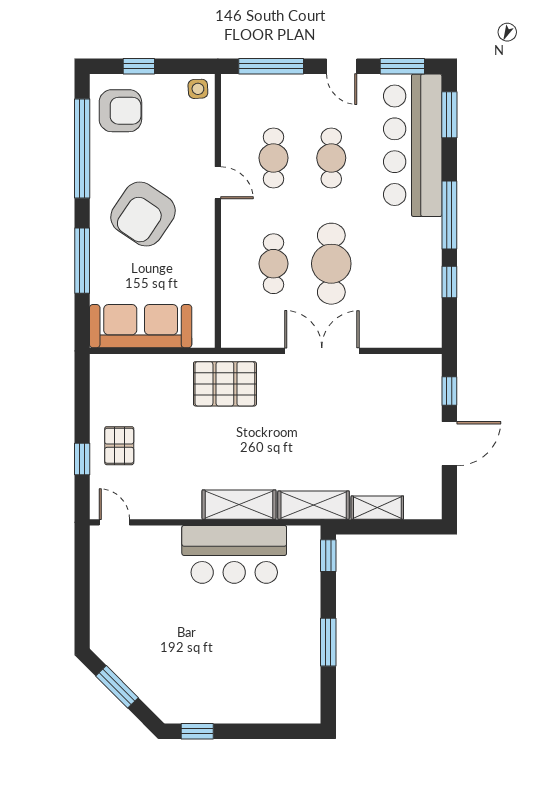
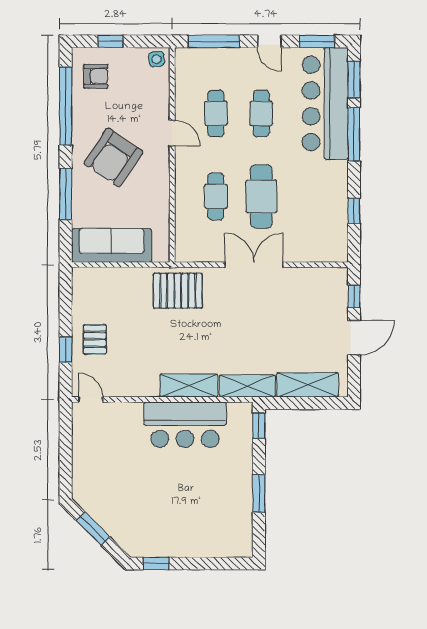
armchair: (120, 111) -> (96, 76), width x0.72, depth x0.72
window: (449, 215) -> (354, 134), moved
shelving: (377, 508) -> (308, 385), width x1.50, depth x1.33

